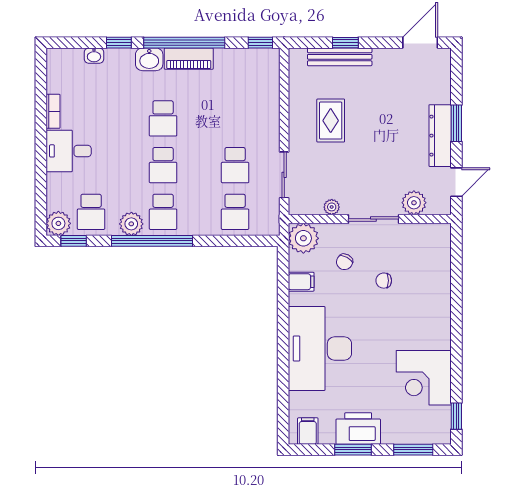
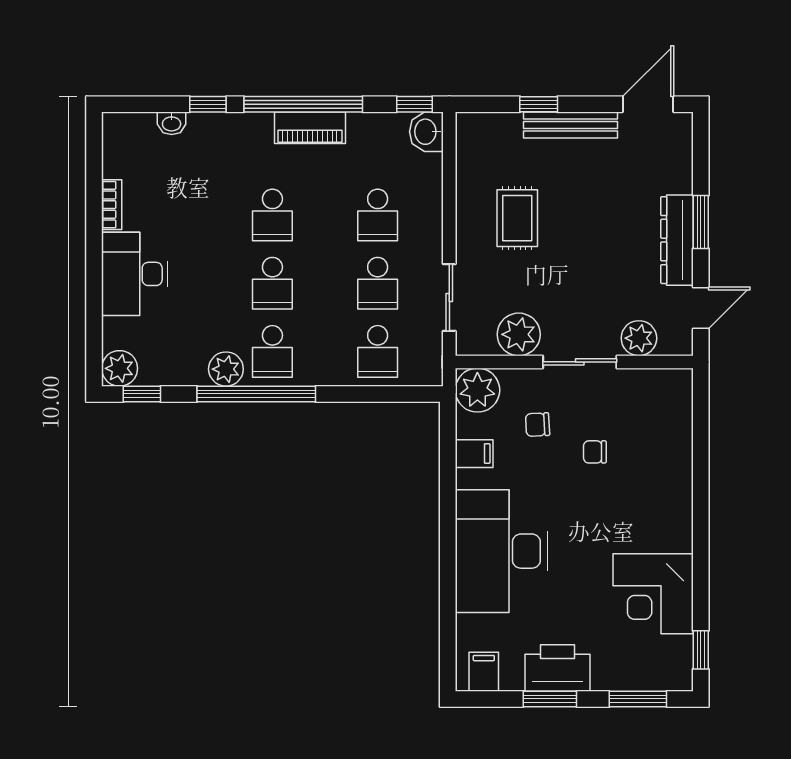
bench: (340, 57) -> (570, 125), moved
washbasin: (149, 59) -> (426, 132), moved, turned 90
desk: (69, 151) -> (134, 274), width x1.37
plant: (332, 207) -> (519, 334), width x1.87, depth x1.87
school desk: (91, 212) -> (378, 215), moved
chair: (345, 262) -> (538, 425), turned 58

